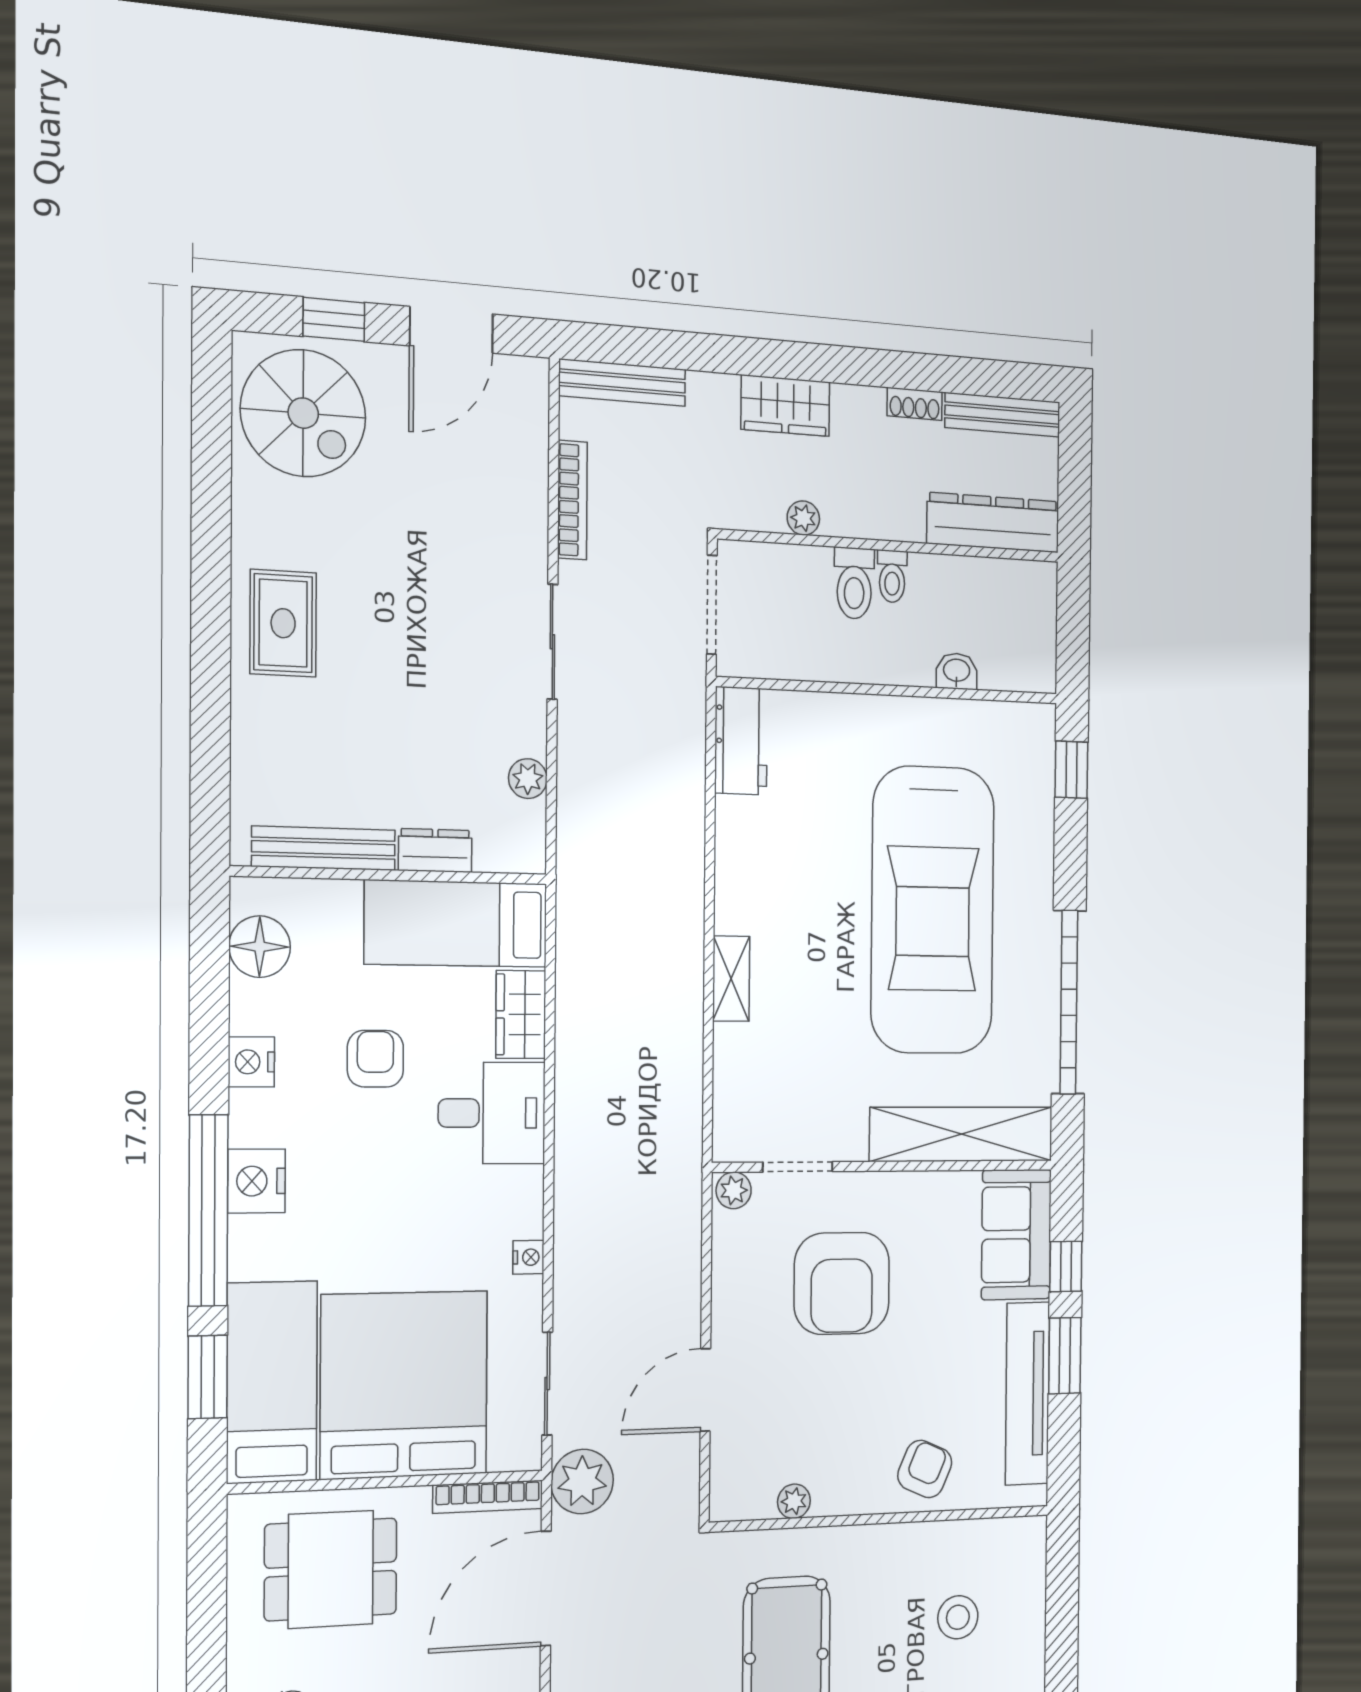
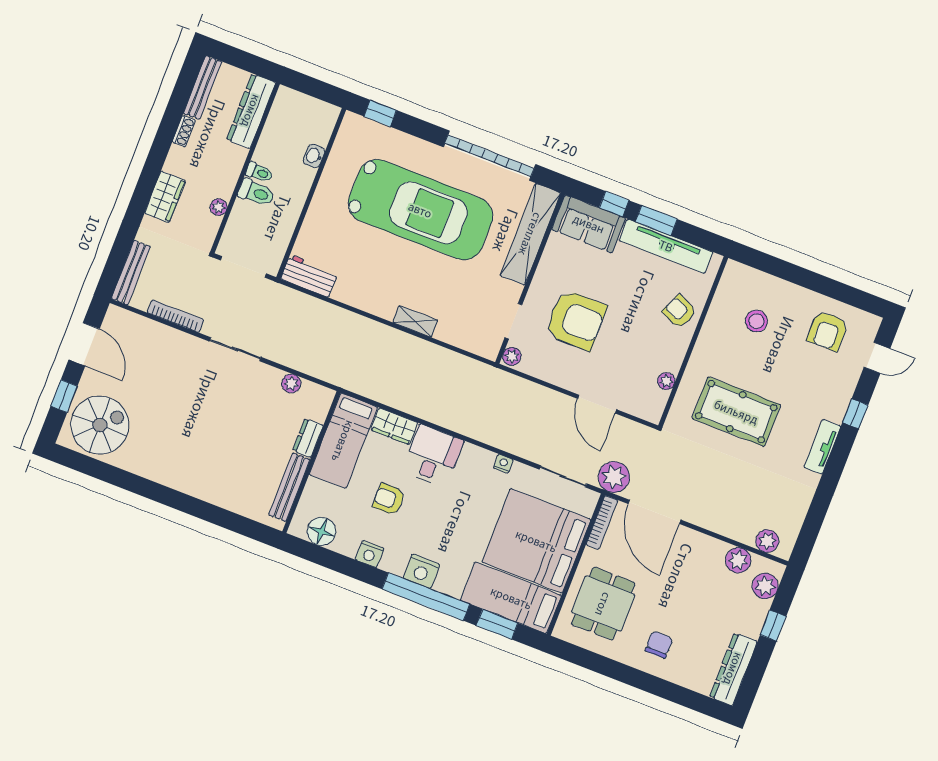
rug: (283, 623) -> (187, 468), removed

